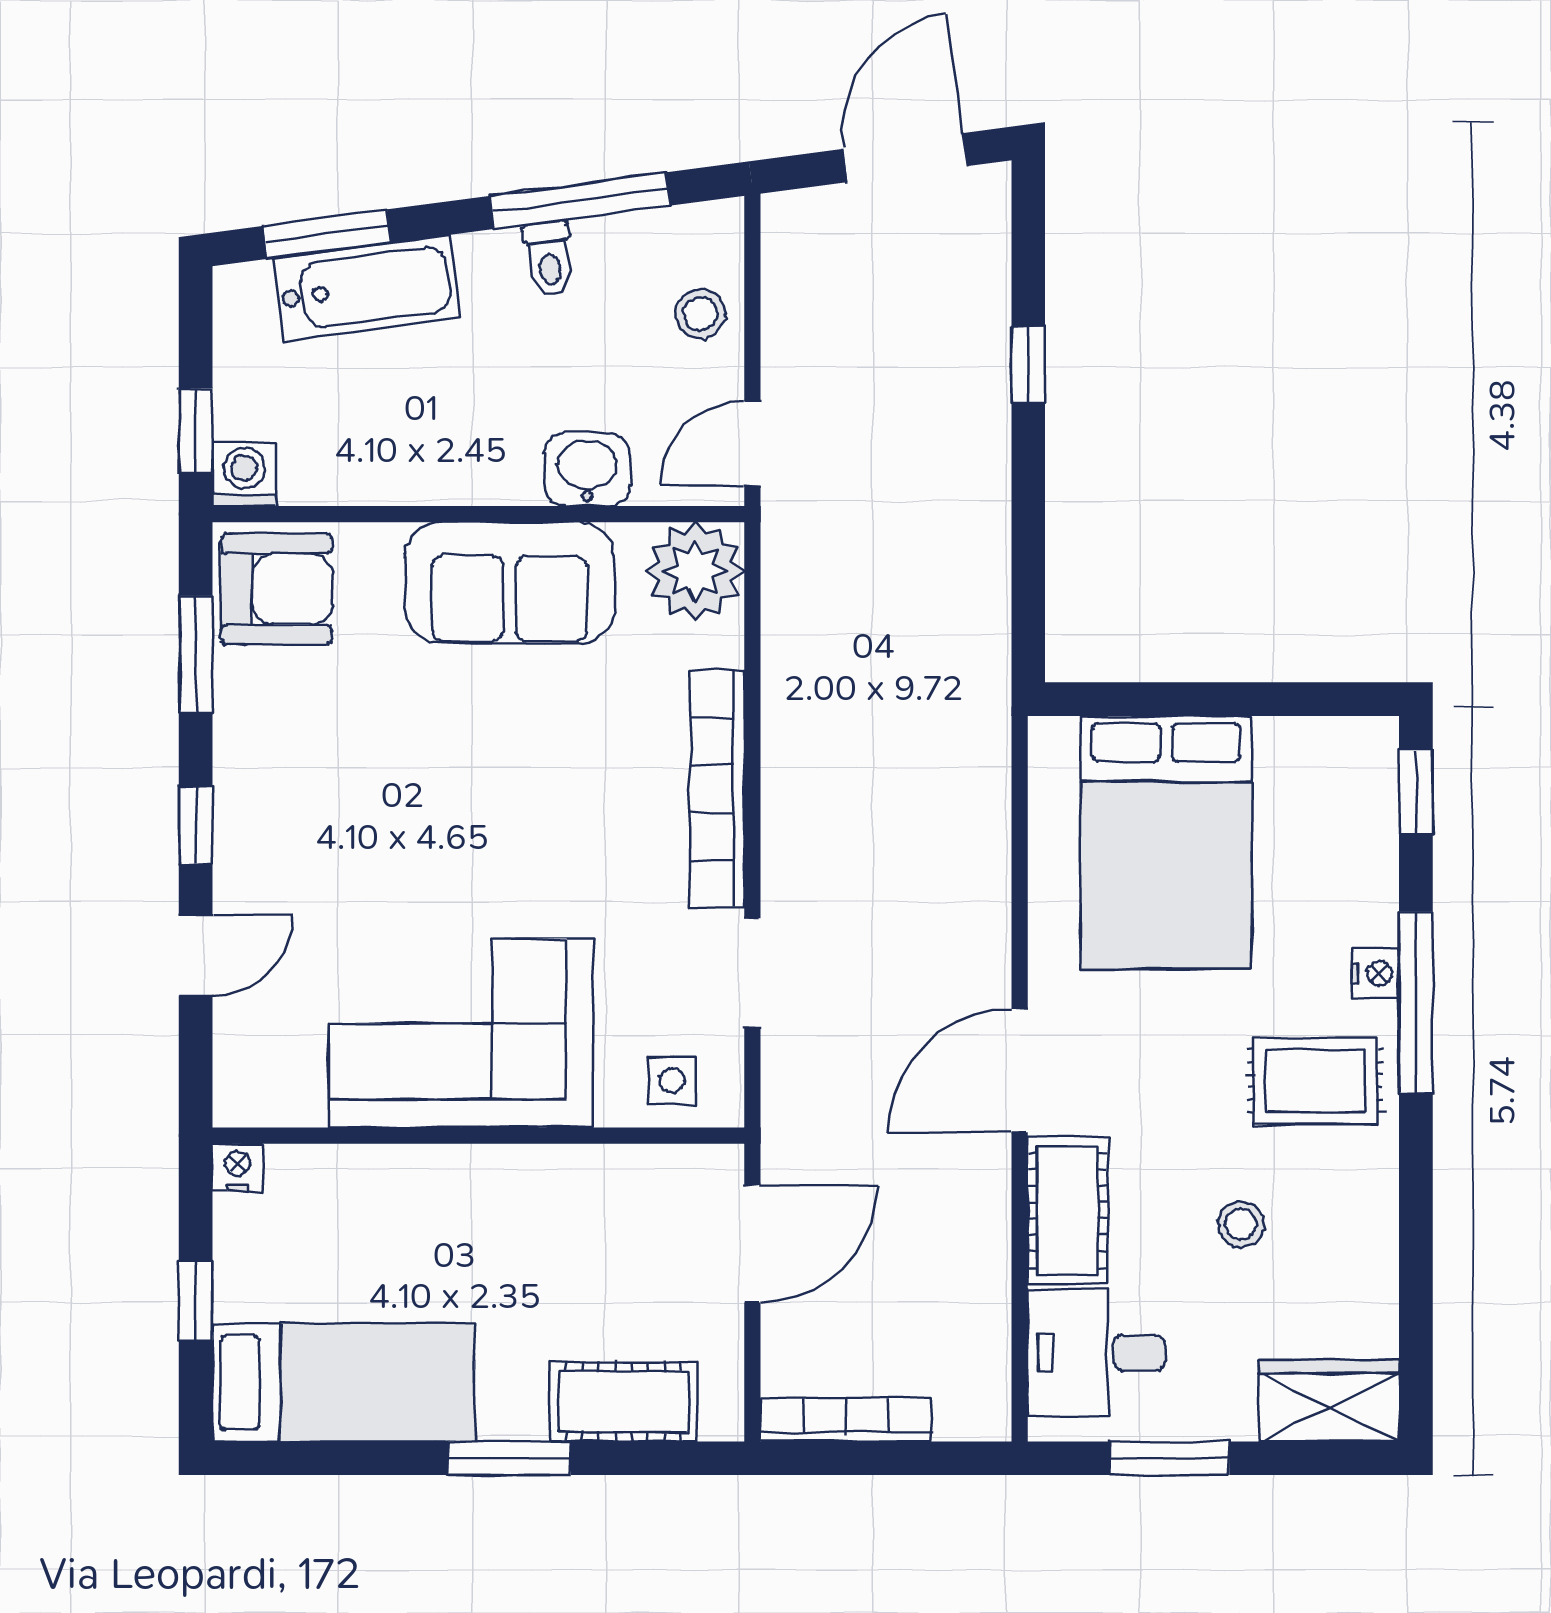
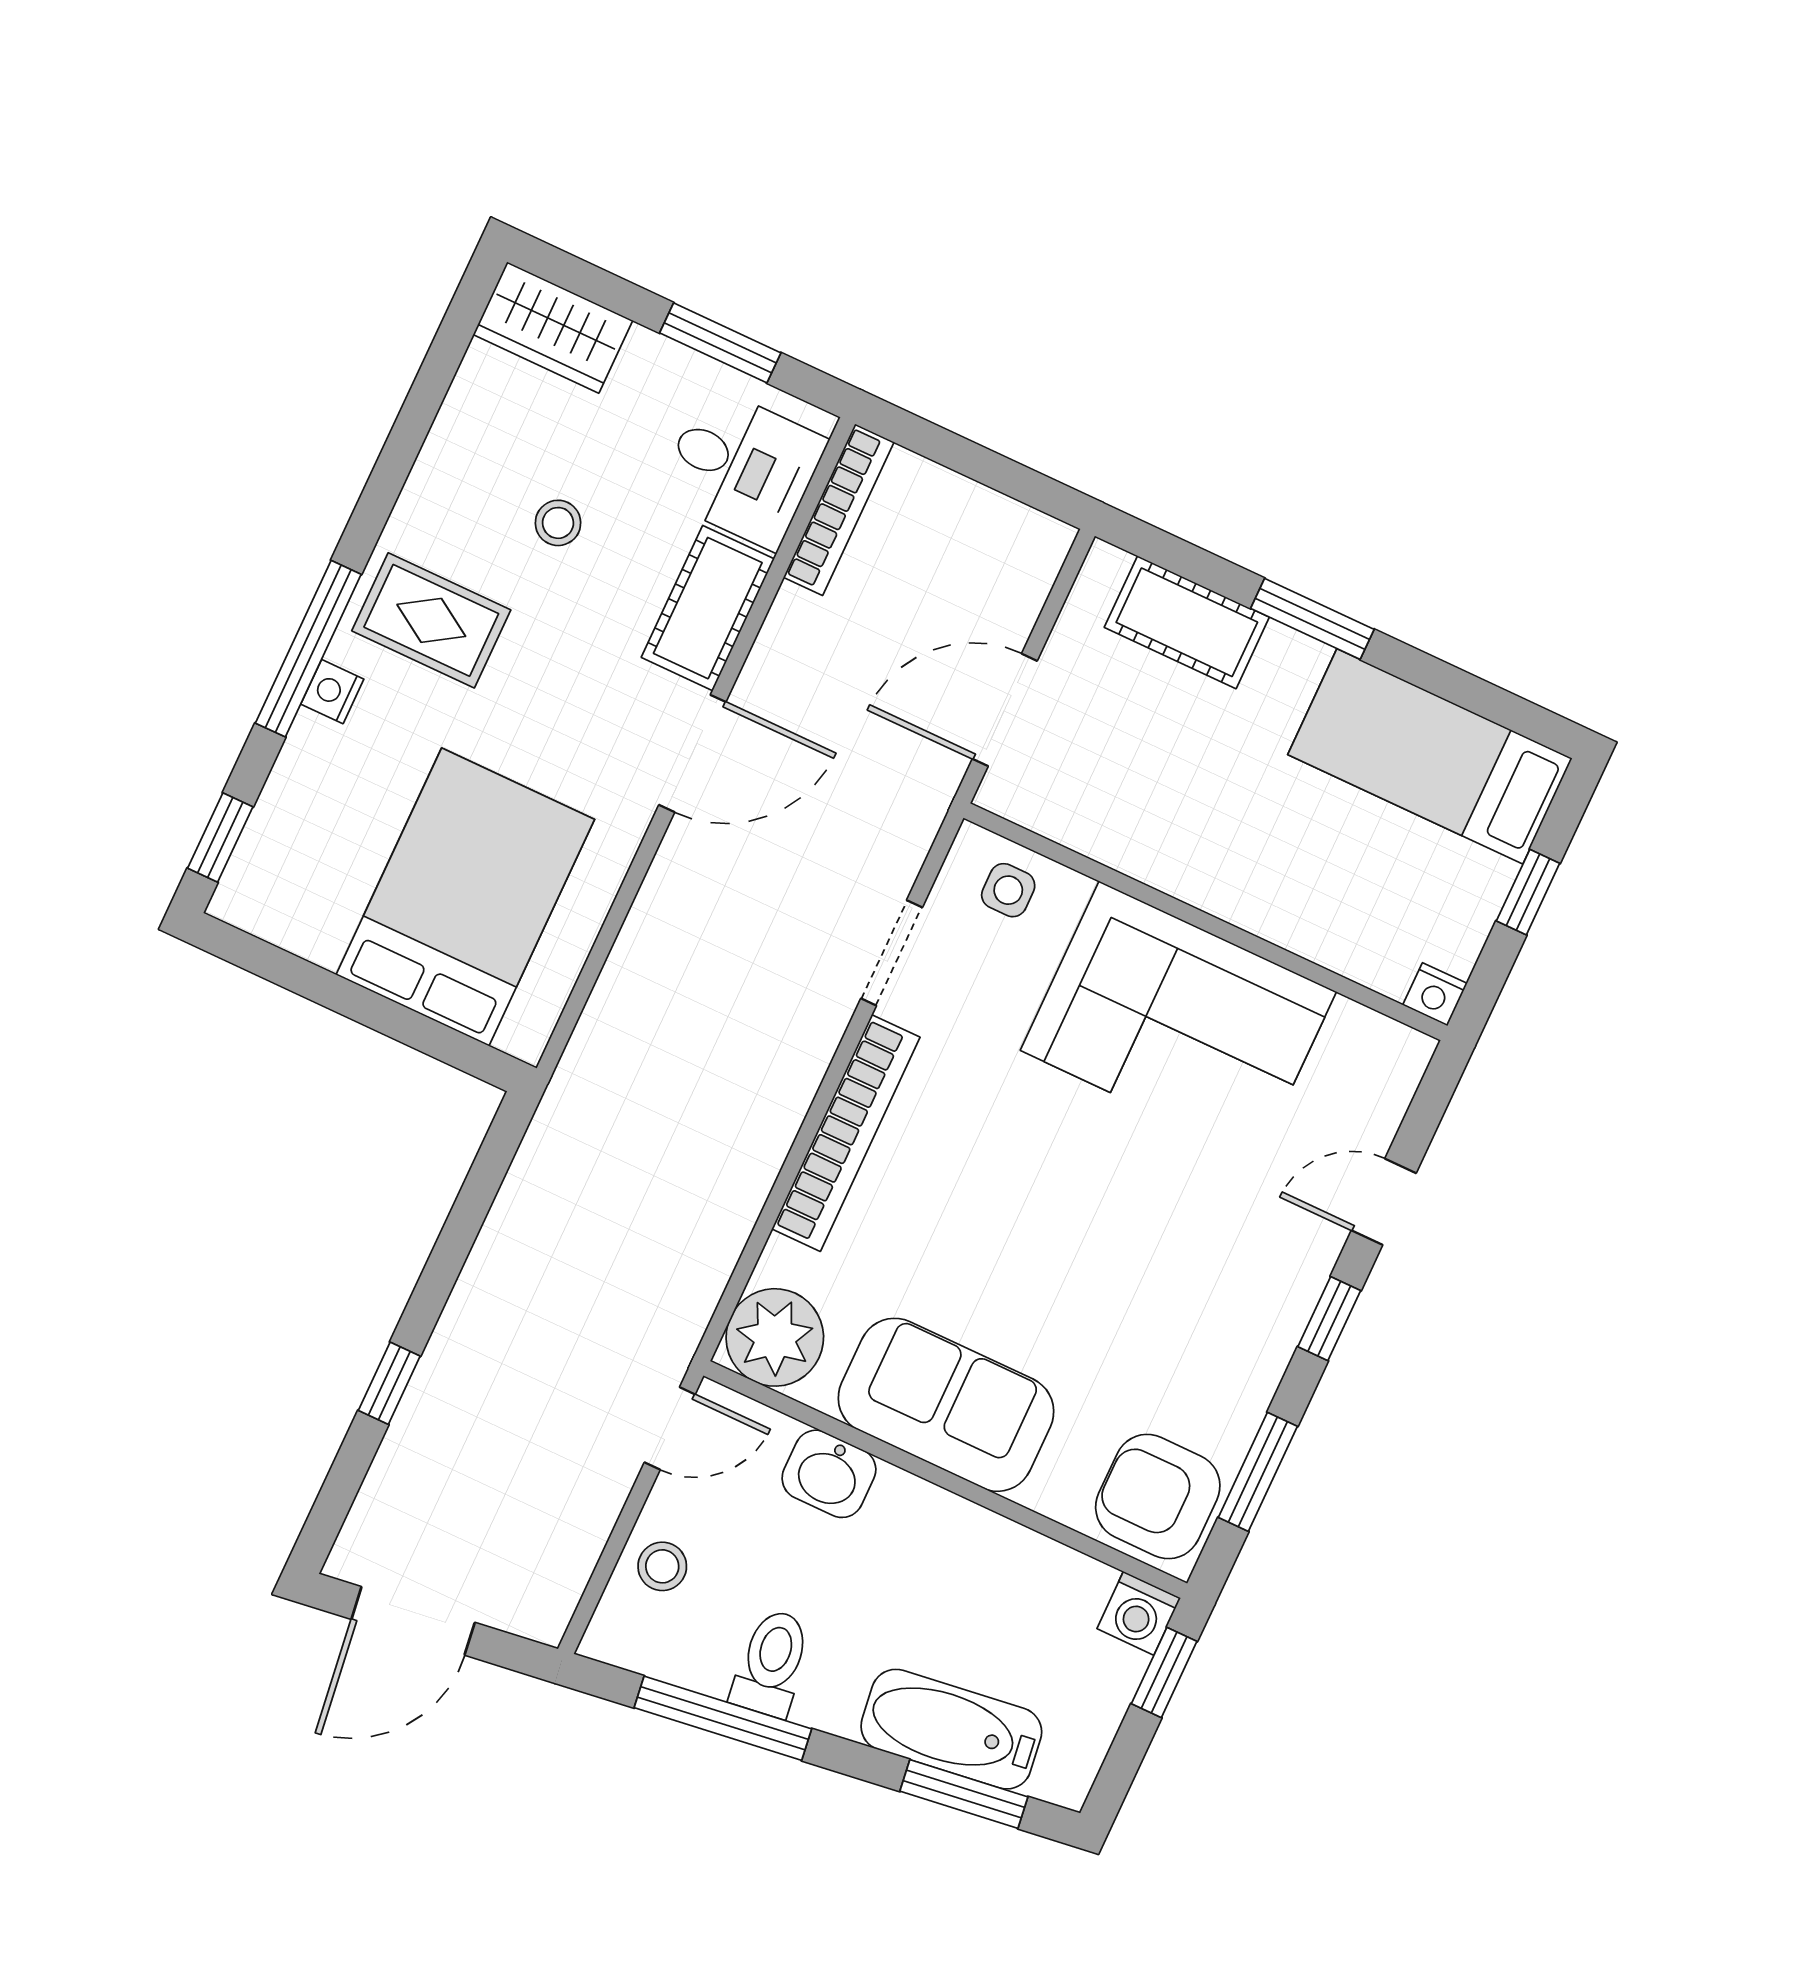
toilet: (549, 259) -> (771, 1663), width x1.37, depth x1.39
bookcase: (846, 1420) -> (839, 510), moved, turned -90

